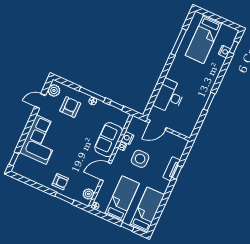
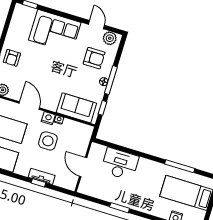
door: (158, 125) -> (83, 167), moved
nightstand: (127, 138) -> (48, 118), moved
sofa: (109, 140) -> (76, 108), moved

